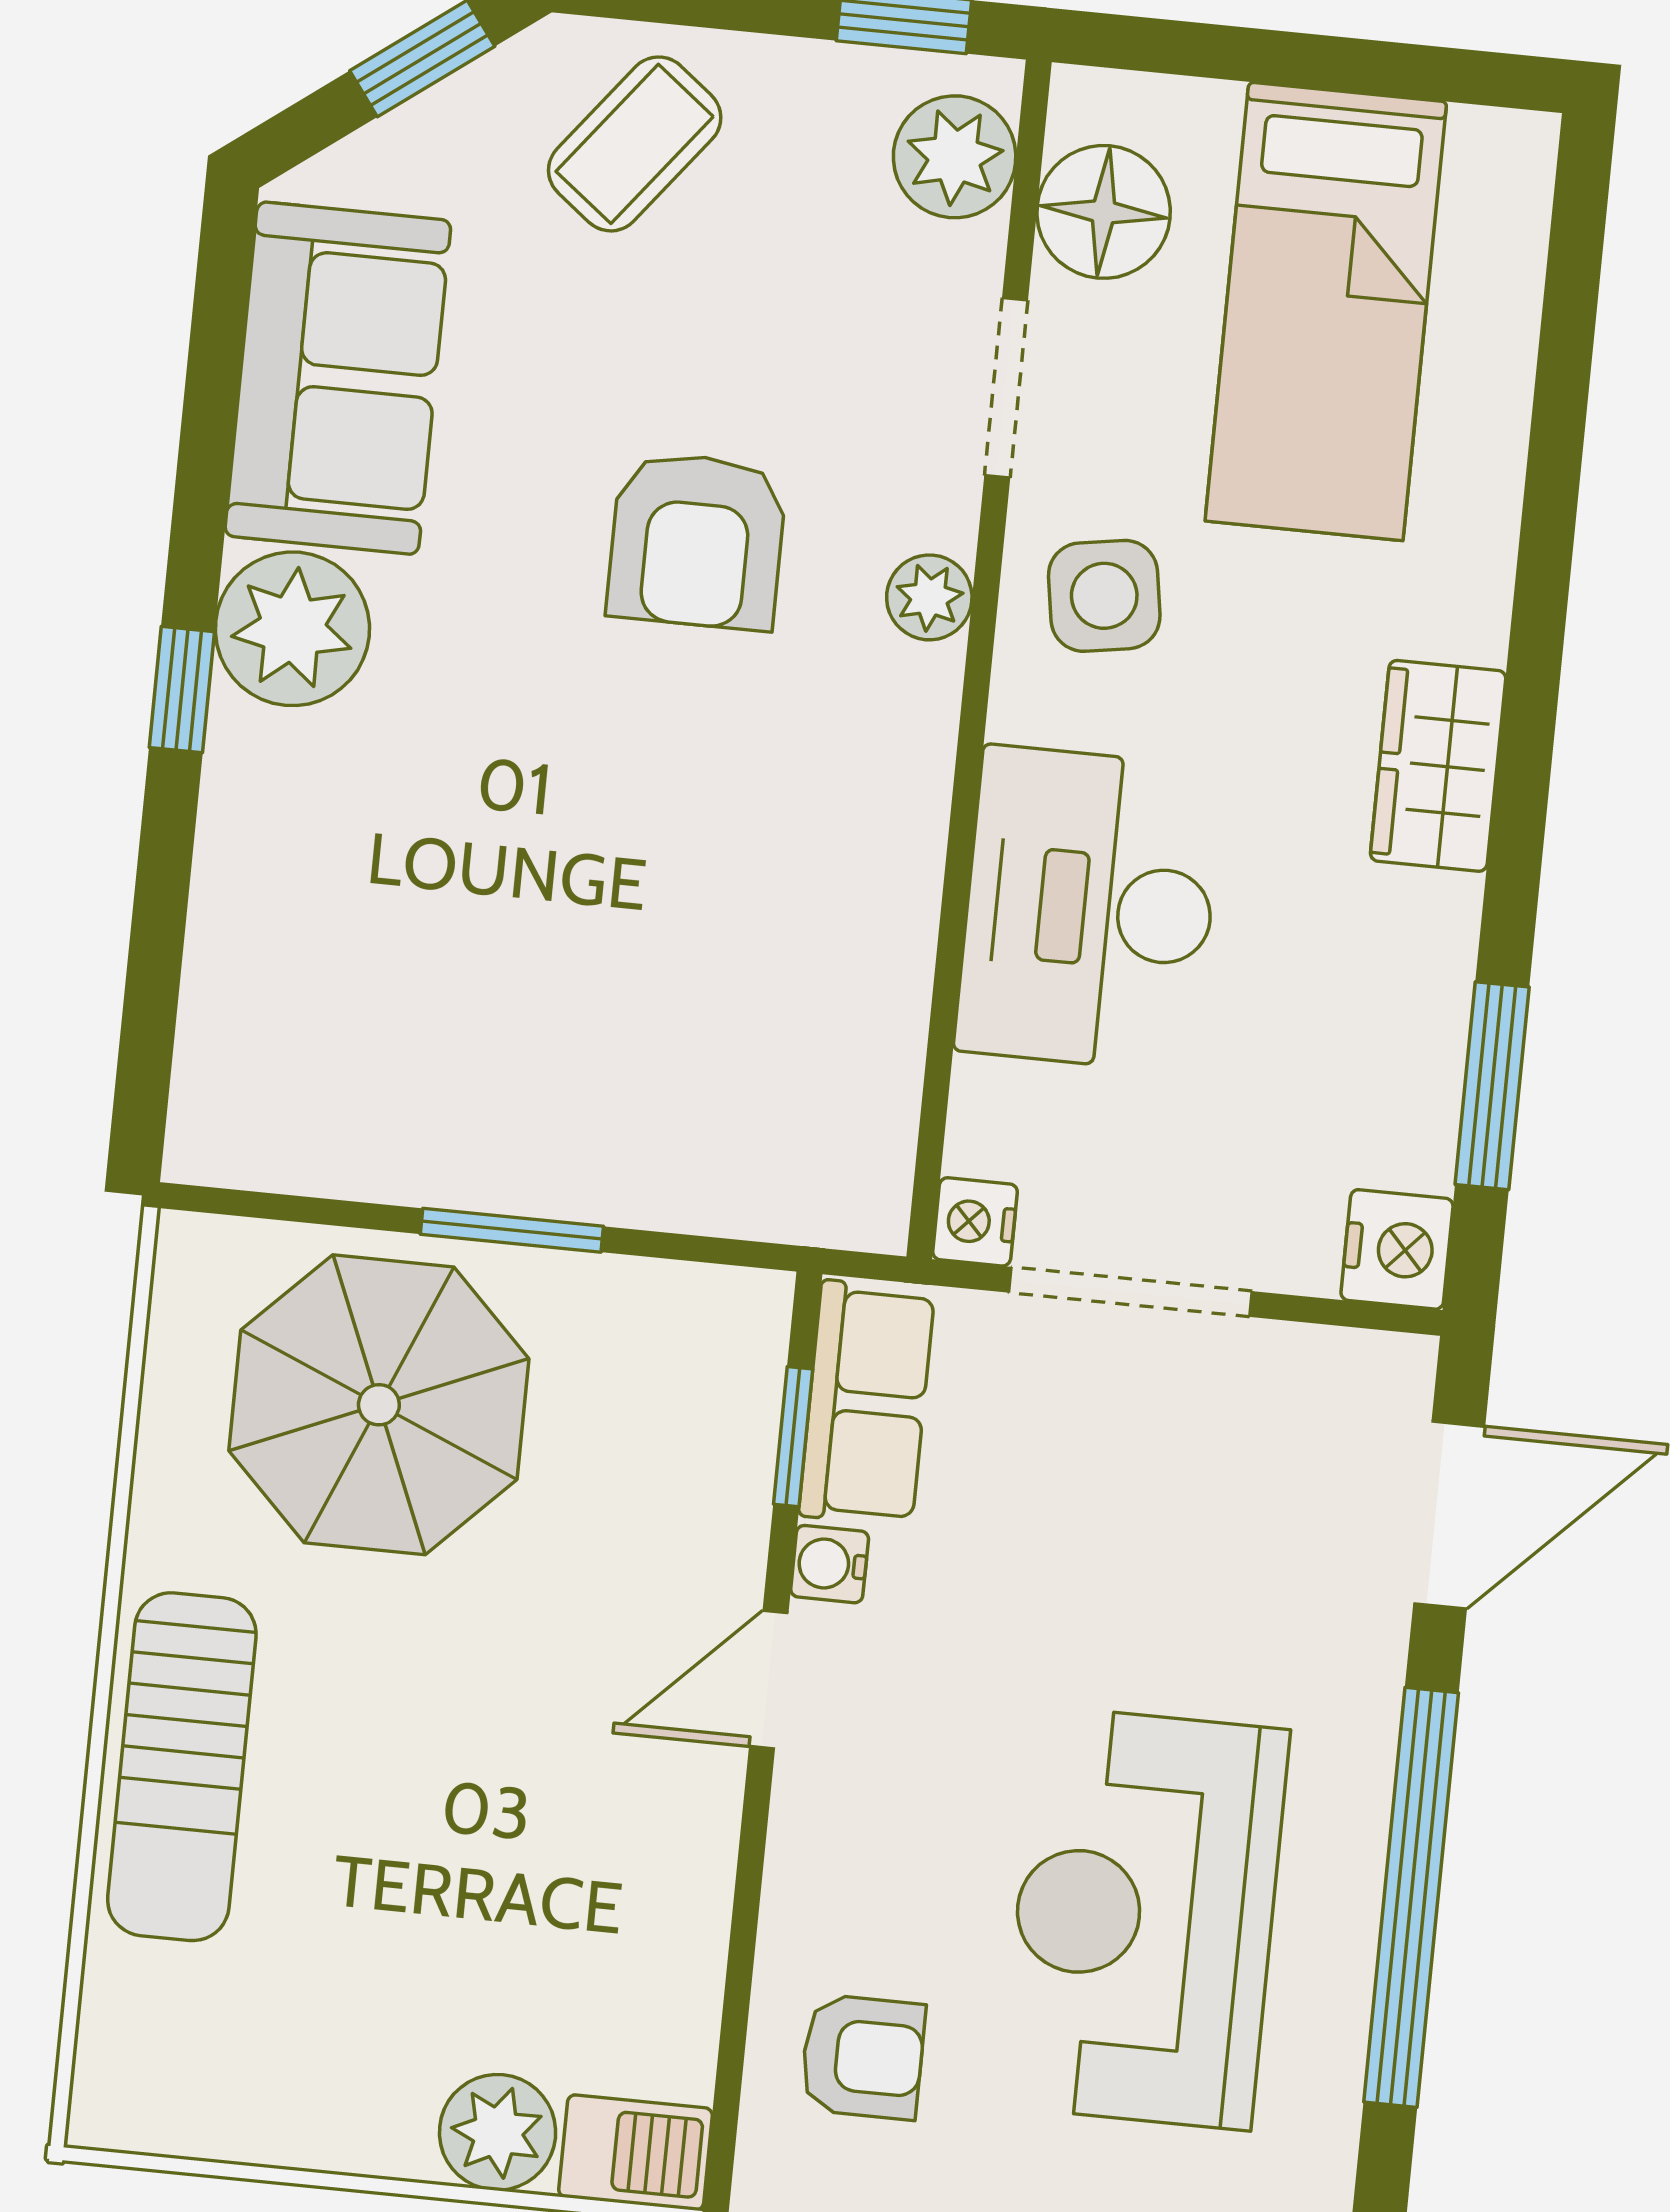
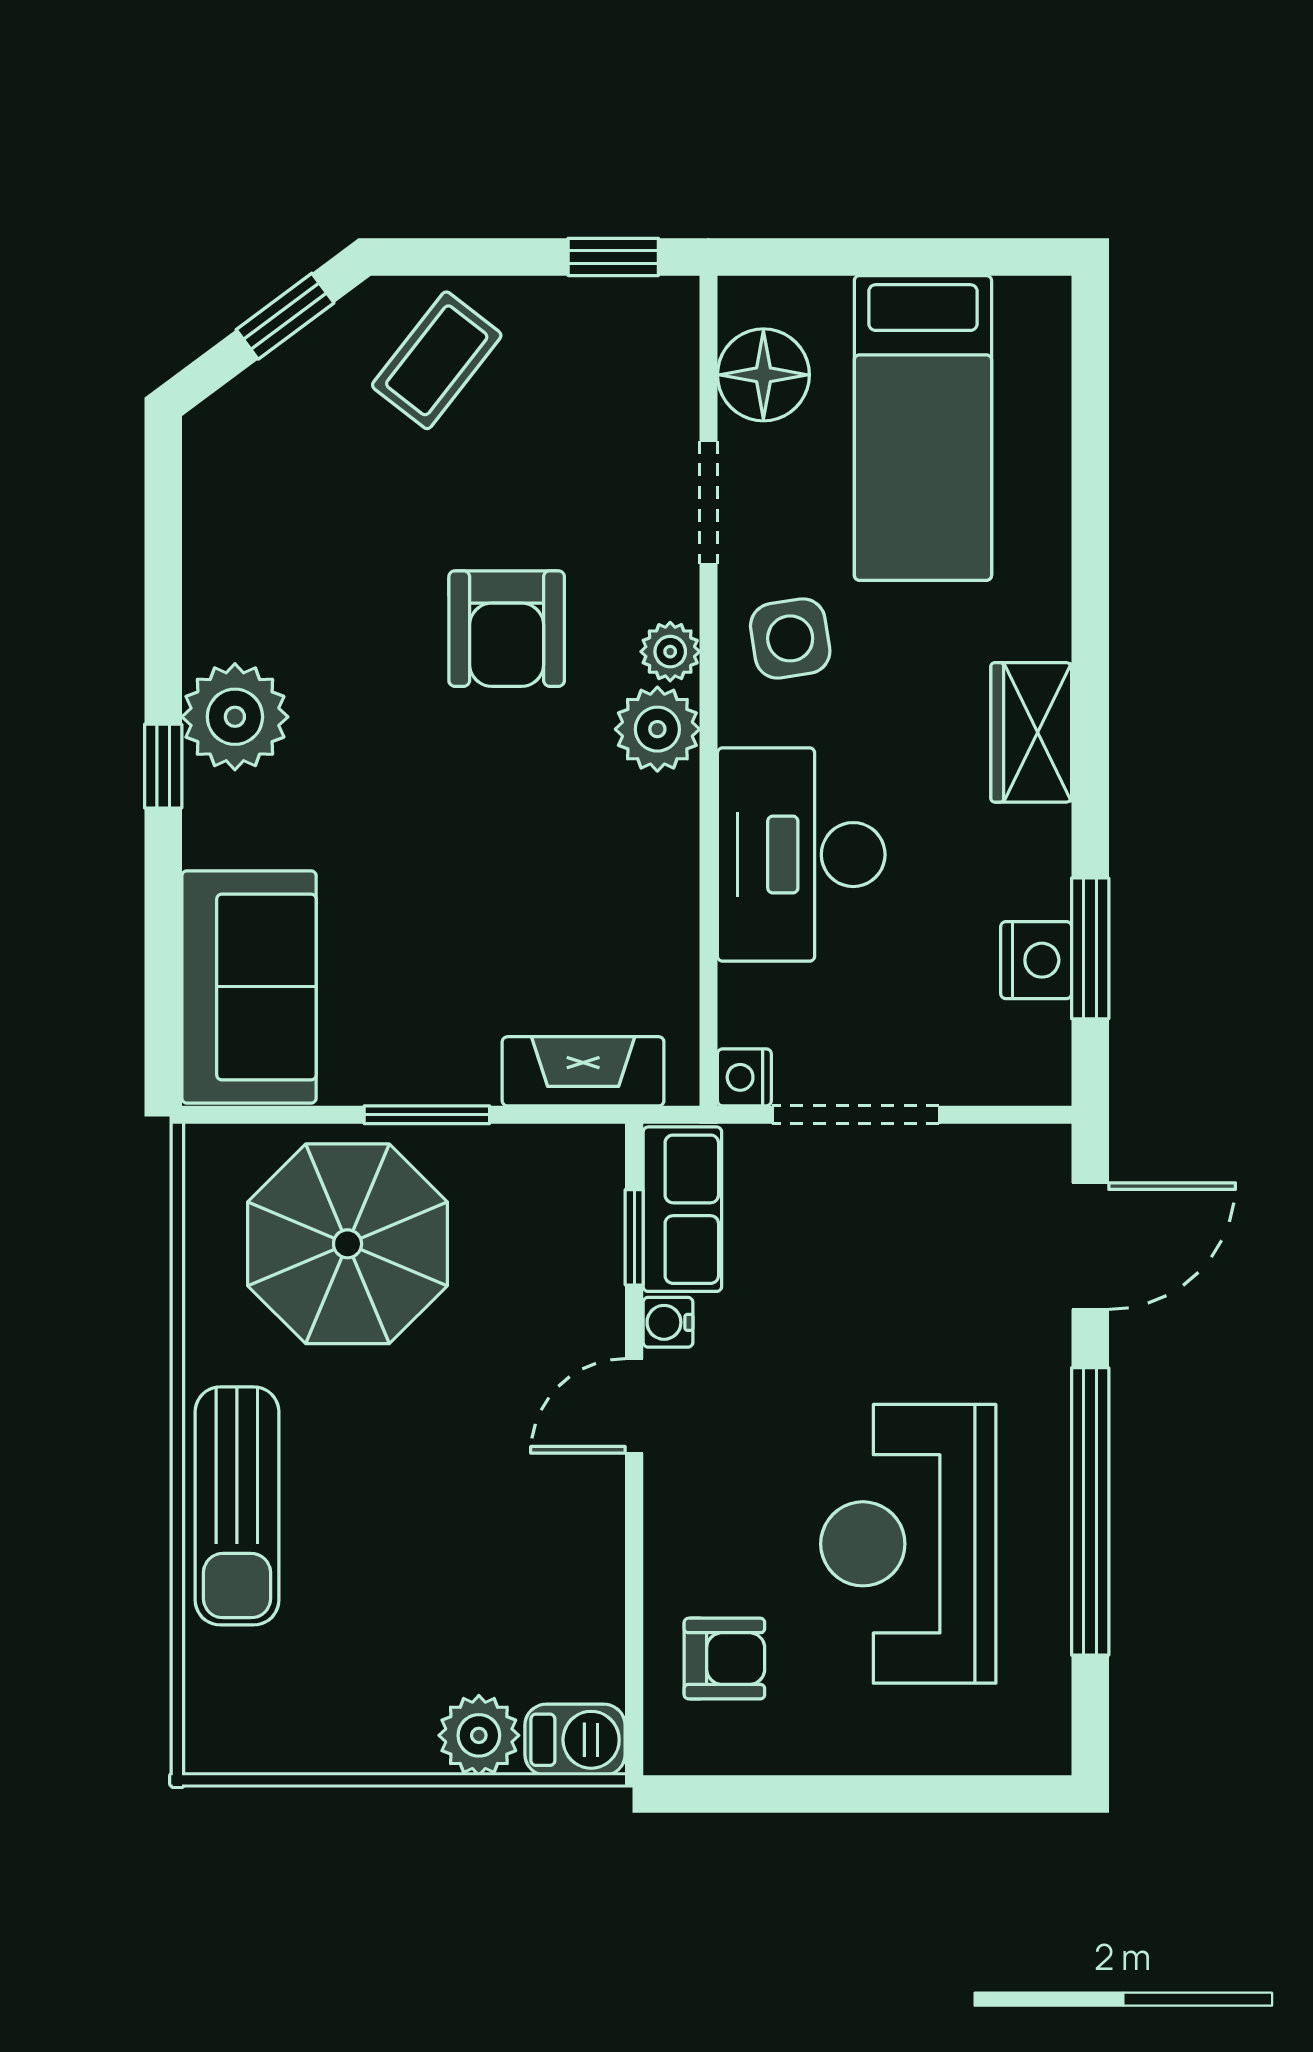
plant: (955, 157) -> (657, 729), moved
sofa: (338, 378) -> (249, 987), moved
fireplace: (743, 1190) -> (583, 1071), added
nightstand: (1397, 1249) -> (1036, 960), moved

